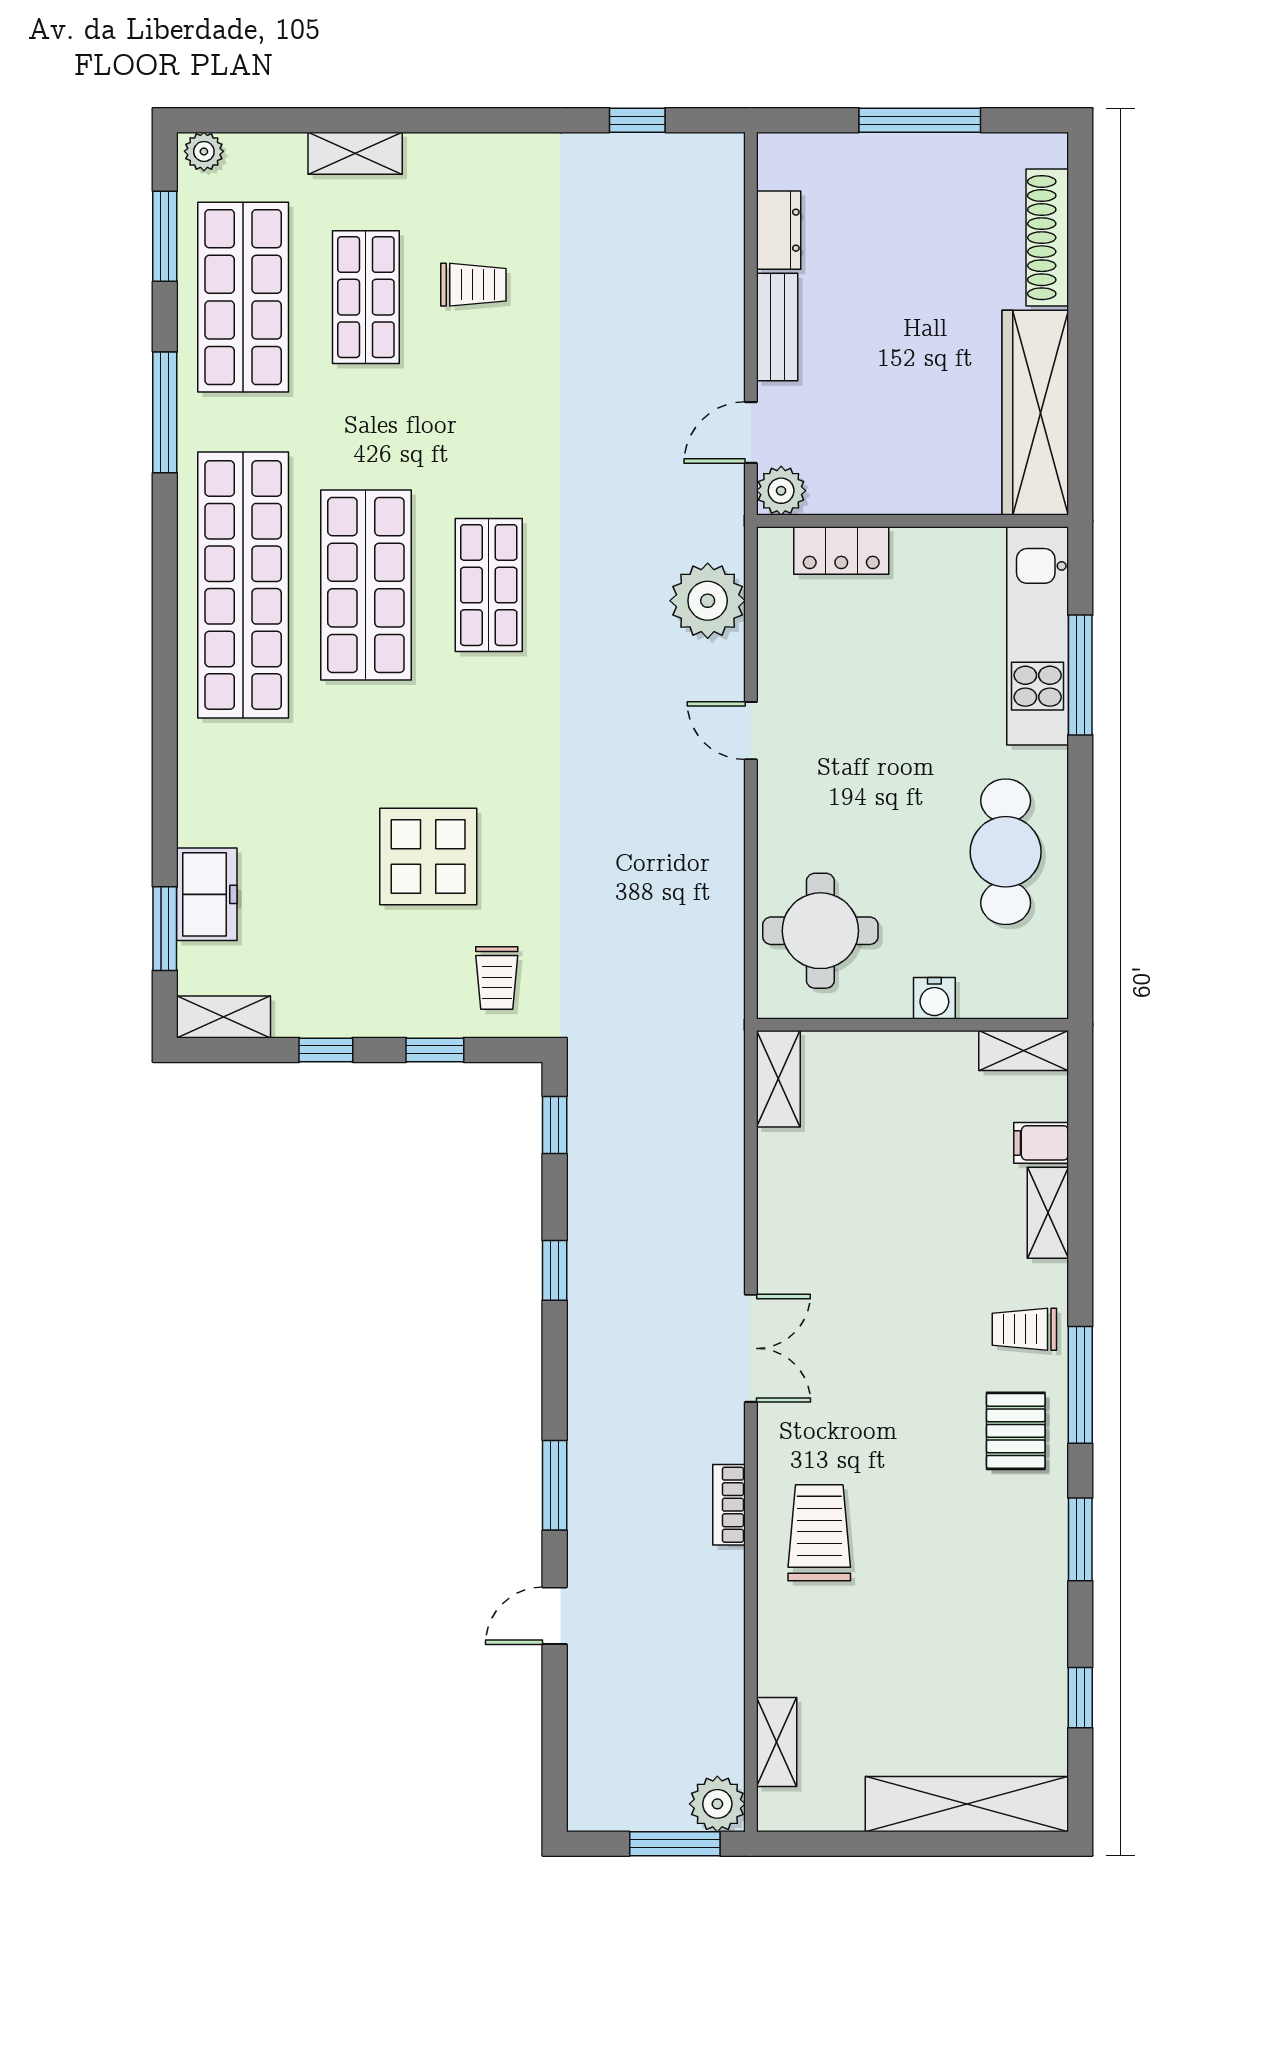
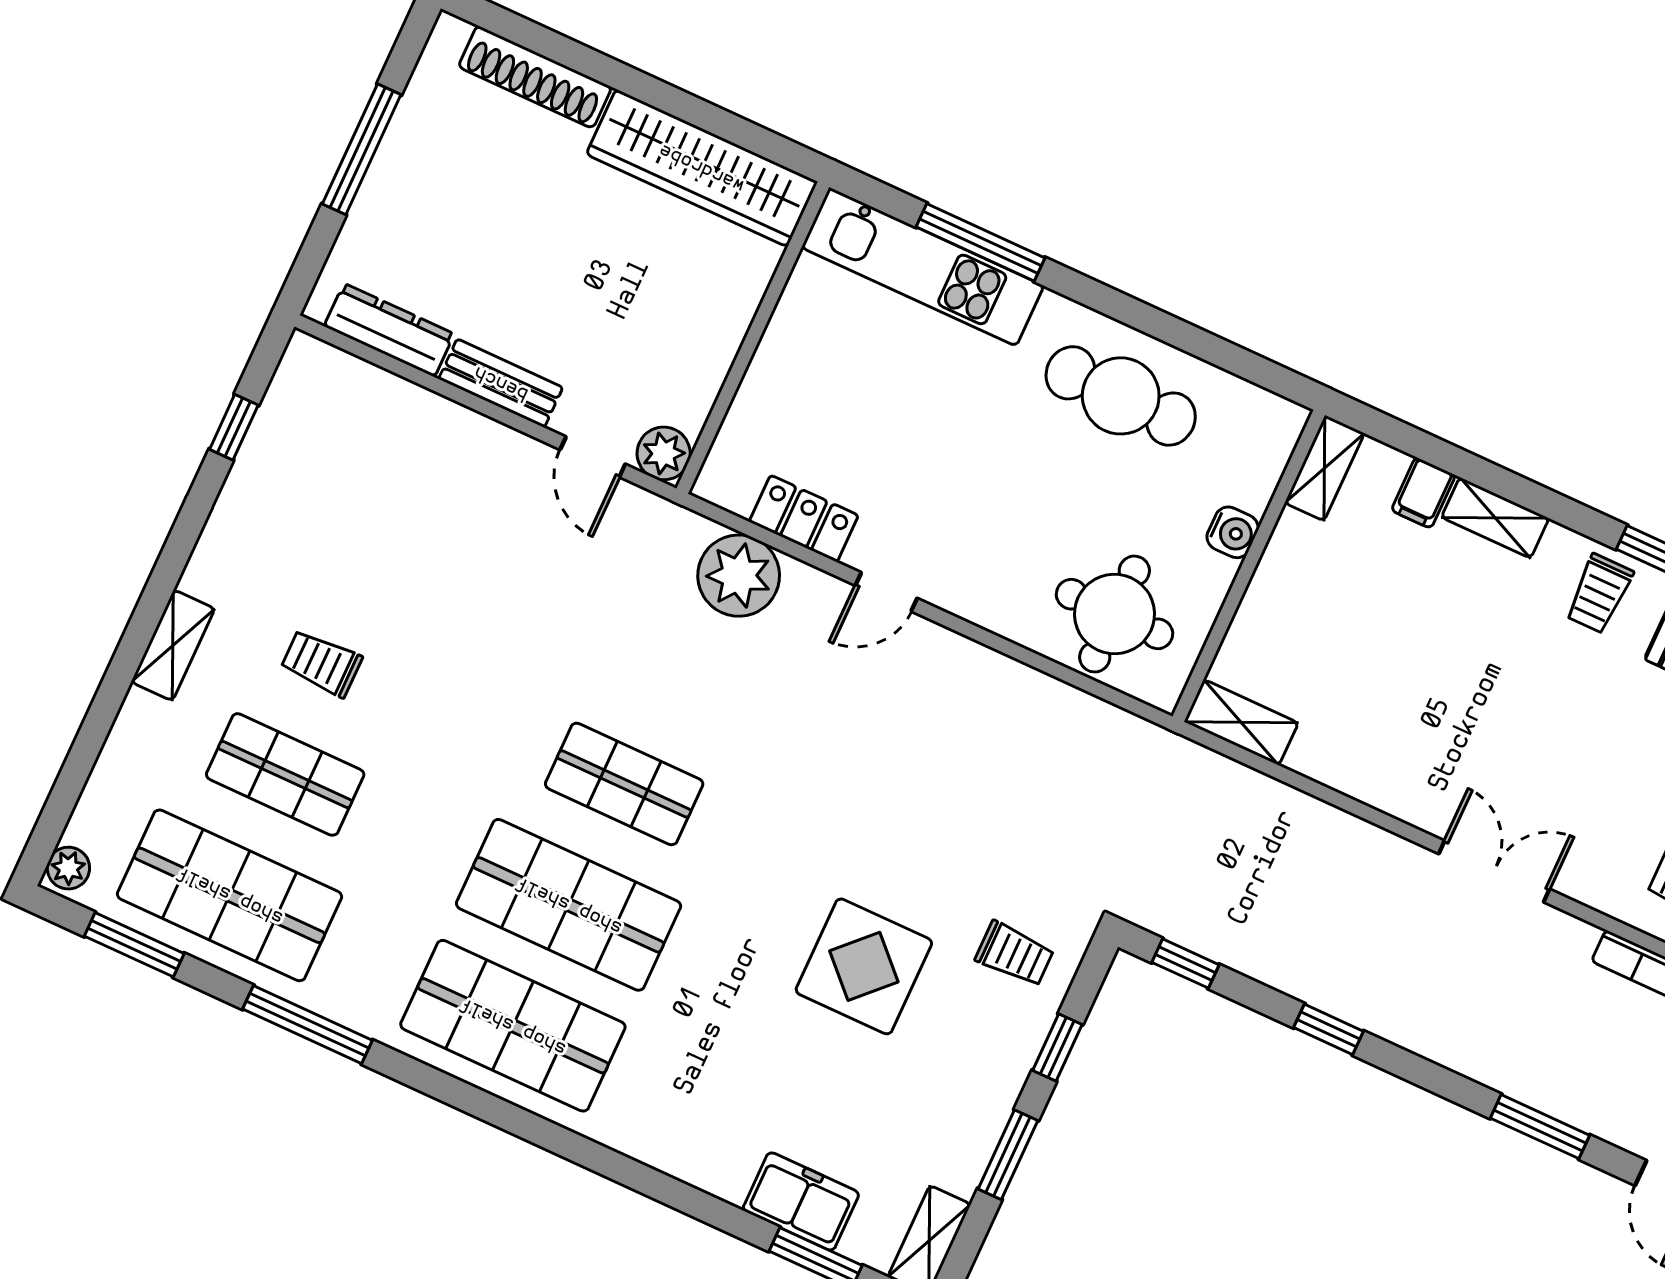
shelving: (355, 153) -> (173, 645), moved
dresser: (779, 230) -> (389, 330), width x1.44
trolley: (473, 285) -> (321, 663), turned -90
locker: (841, 551) -> (804, 519), moved, turned -90
shop shelf: (243, 585) -> (513, 1026), width x0.71
window: (326, 1050) -> (1008, 1155), width x1.50

